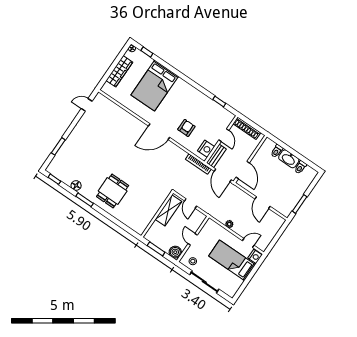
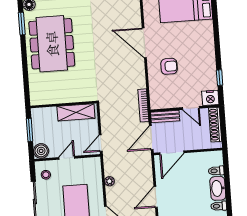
door: (224, 135) -> (191, 108), hinge flipped
nightstand: (206, 149) -> (210, 98), moved
dining table: (113, 191) -> (52, 44), width x1.88, depth x1.24
door: (191, 204) -> (101, 143), moved

